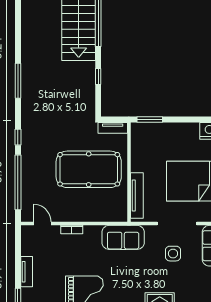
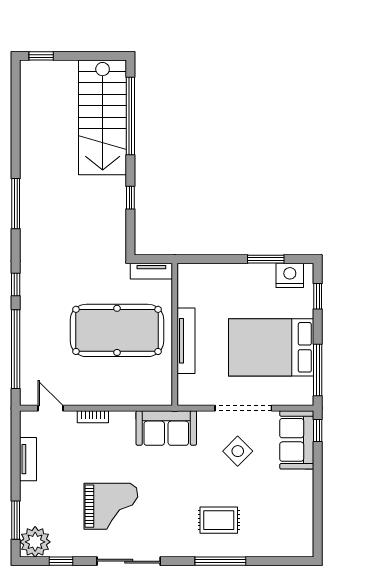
window: (150, 119) -> (266, 259), moved
tv unit: (137, 196) -> (186, 341), moved
side table: (173, 254) -> (238, 451), turned 45
tv unit: (27, 272) -> (28, 459), moved

